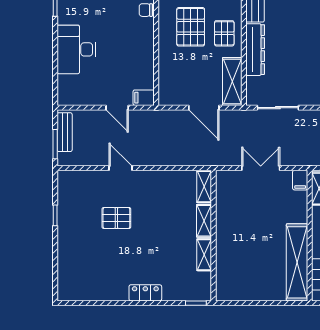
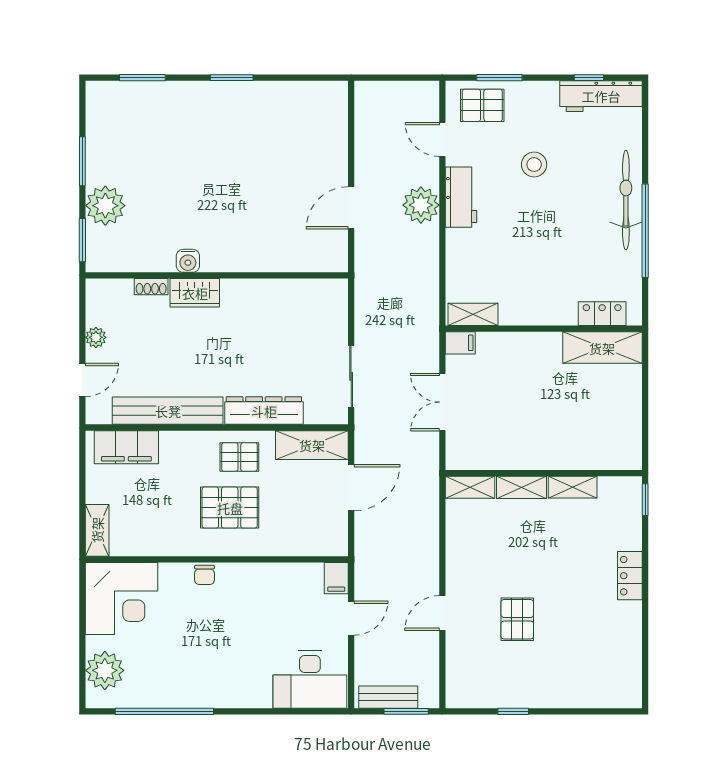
desk: (76, 49) -> (310, 680), moved
shelving: (297, 262) -> (602, 348), width x0.68

